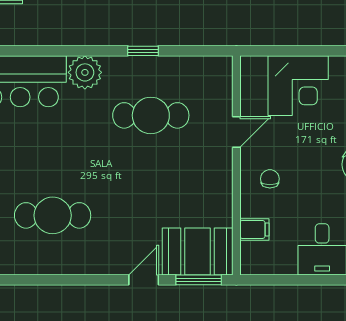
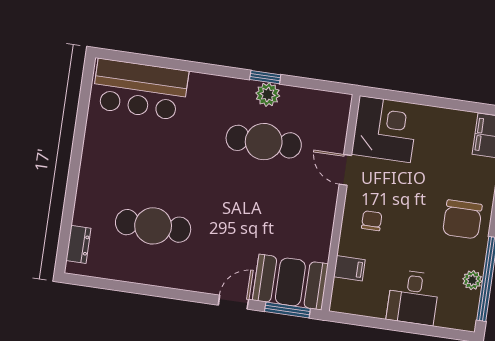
plant: (85, 72) -> (268, 94), moved, width x0.73, depth x0.73
corner desk: (298, 86) -> (385, 129), moved, turned -90
door: (236, 132) -> (345, 170), swing flipped

